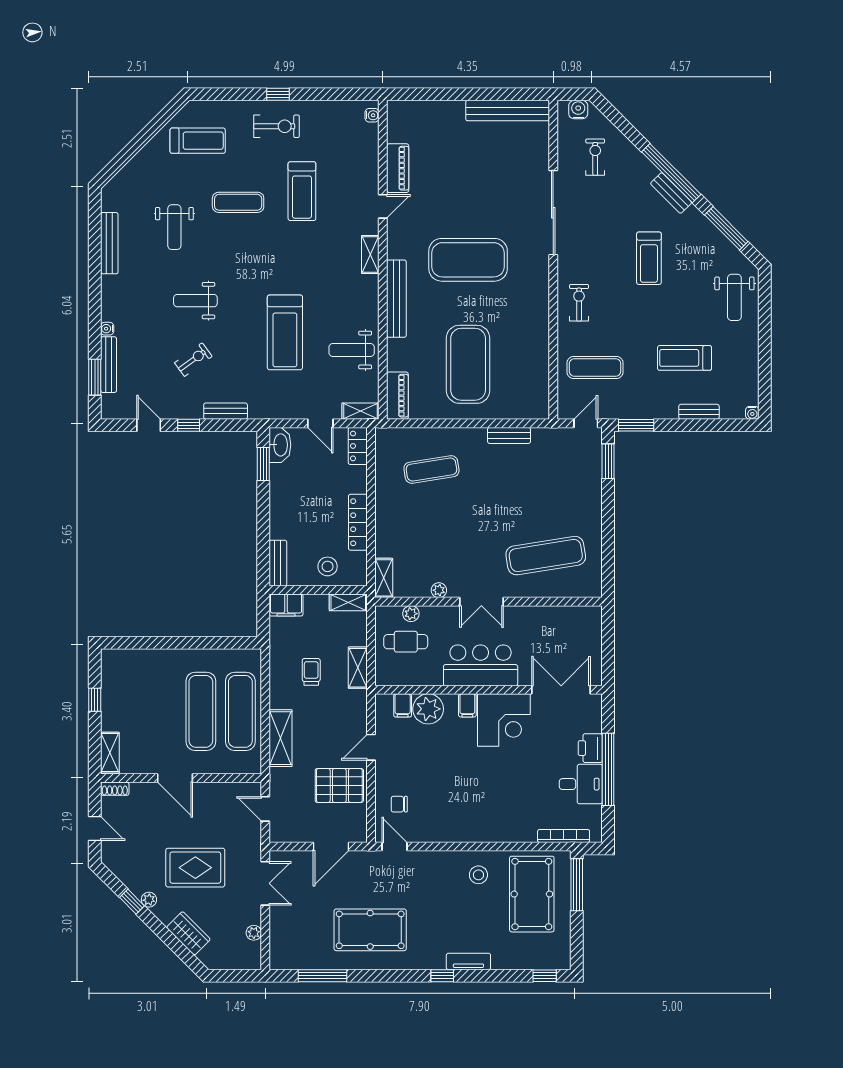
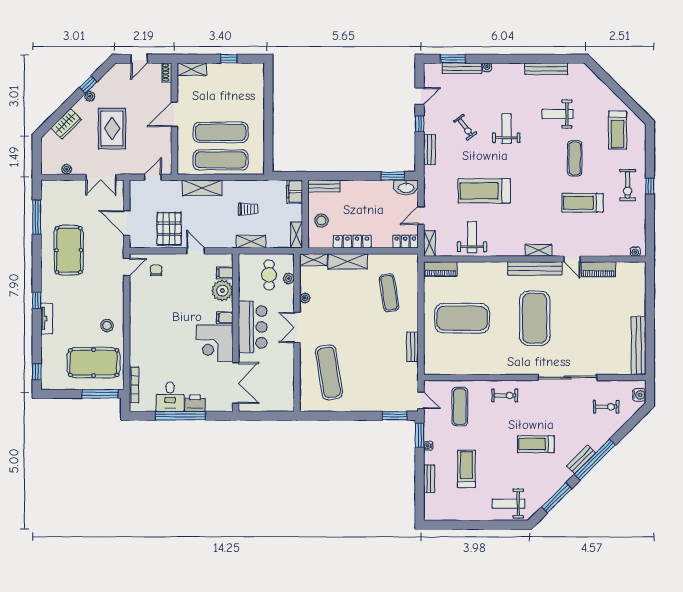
bench: (396, 299) -> (535, 268), moved
water cooler: (752, 413) -> (428, 446), moved
shelving: (386, 529) -> (348, 261), added

